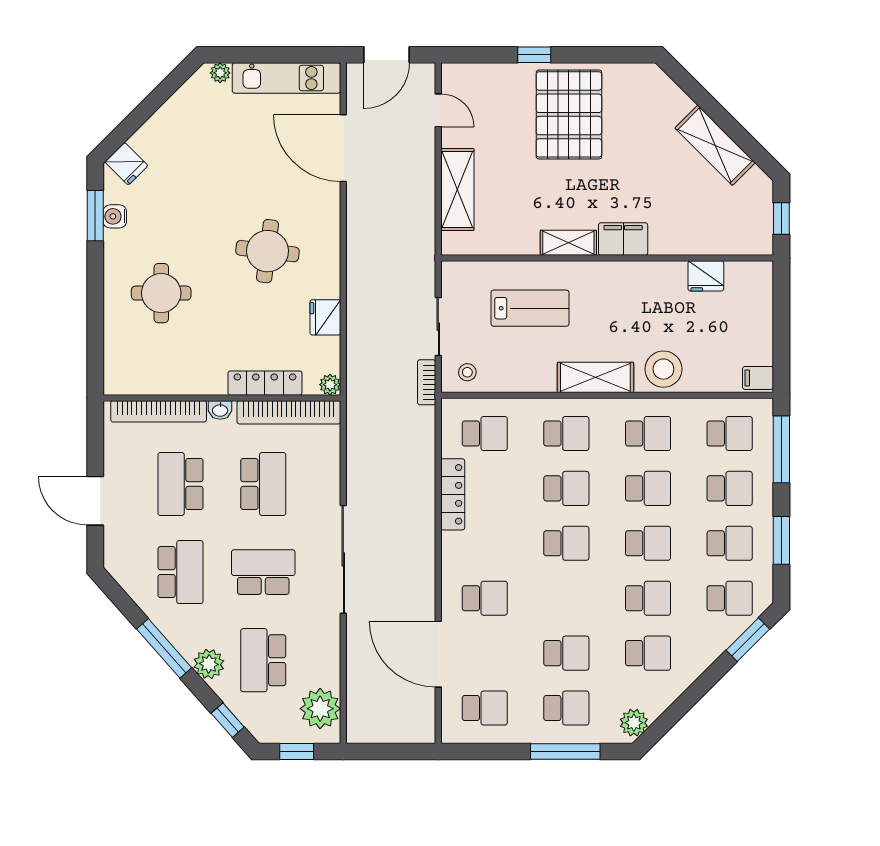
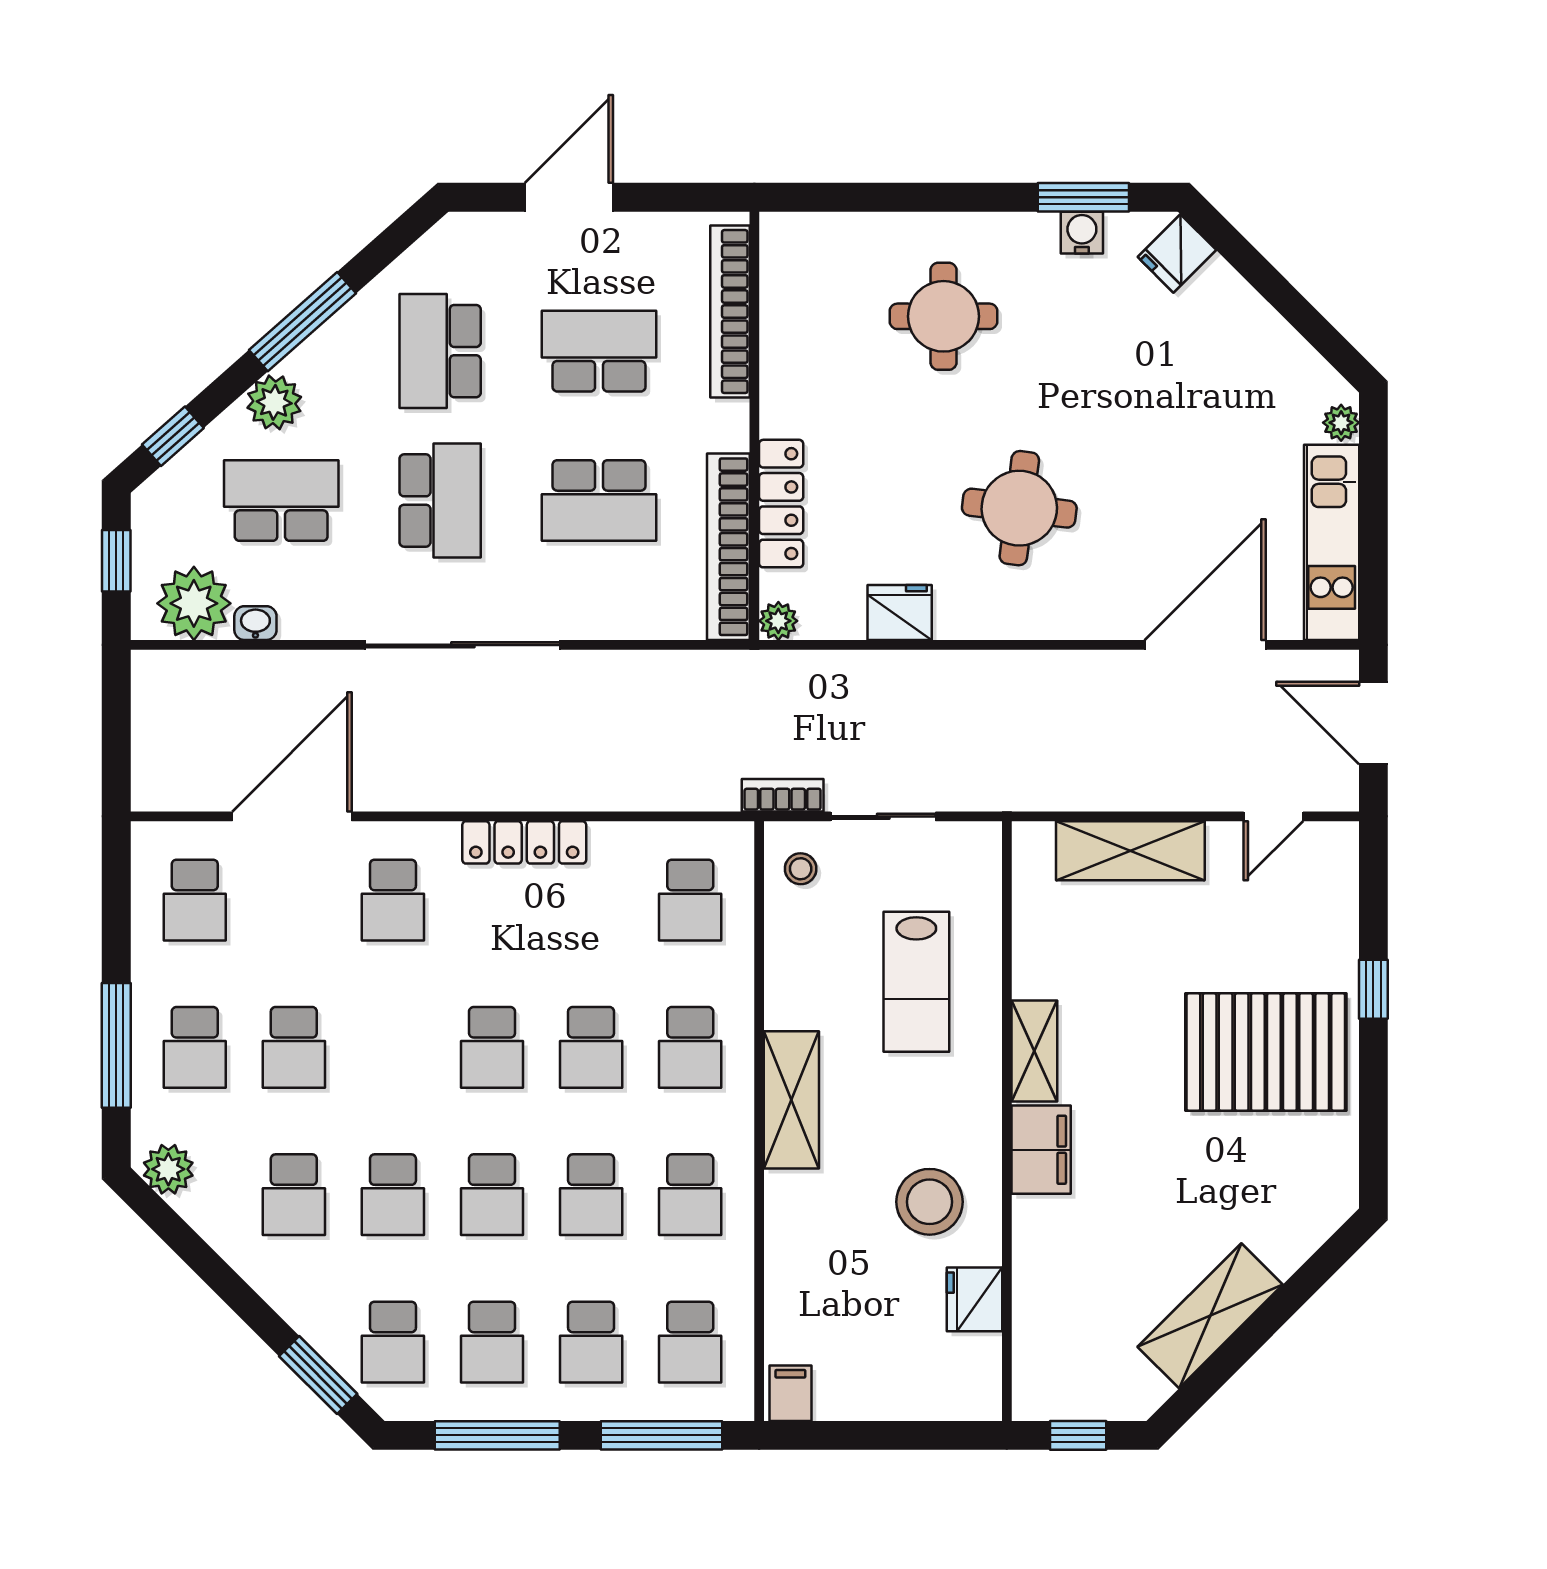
stool: (663, 369) -> (930, 1202), moved
washbasin: (220, 410) -> (255, 623), moved, turned 90
locker: (453, 494) -> (524, 842), moved
window: (781, 540) -> (497, 1435), width x1.44
school desk: (180, 572) -> (440, 351), turned 90

